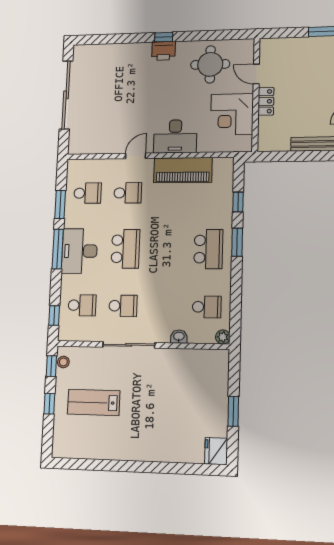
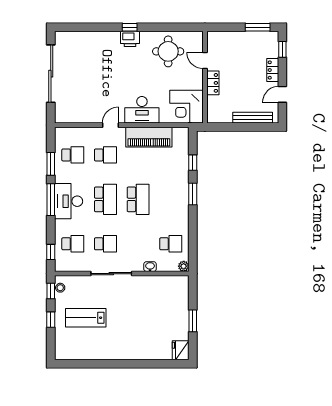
corner desk: (232, 114) -> (186, 107), moved
school desk: (208, 249) -> (138, 199), moved

